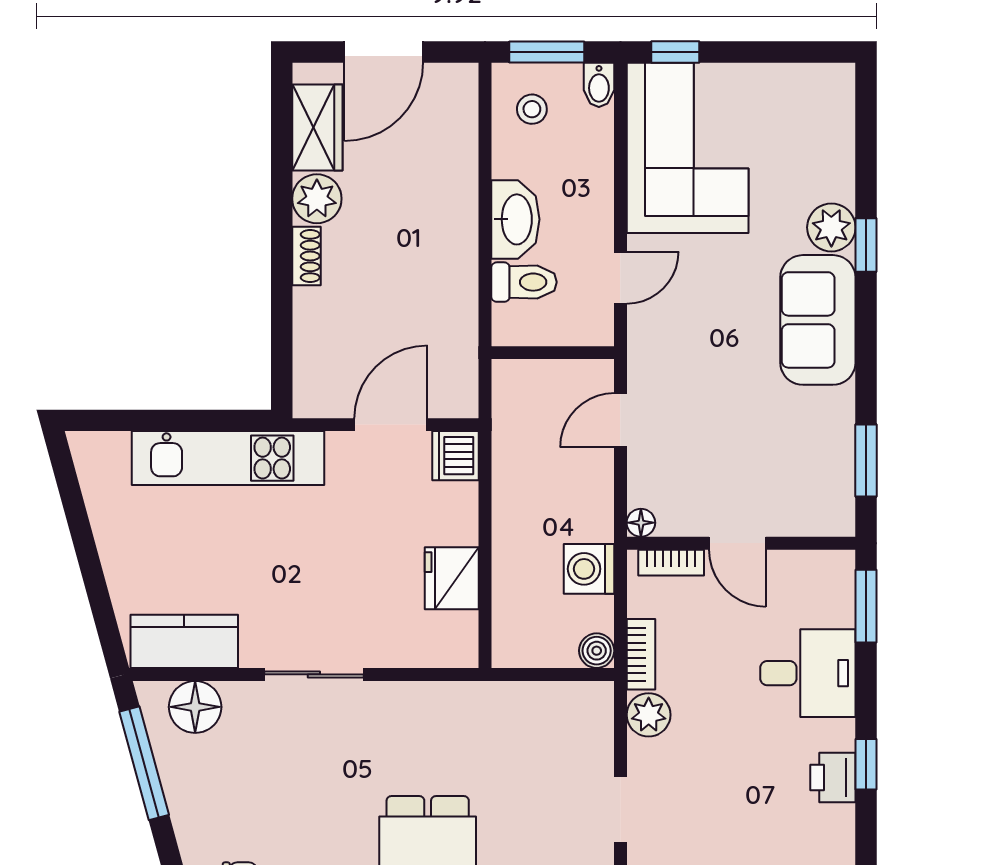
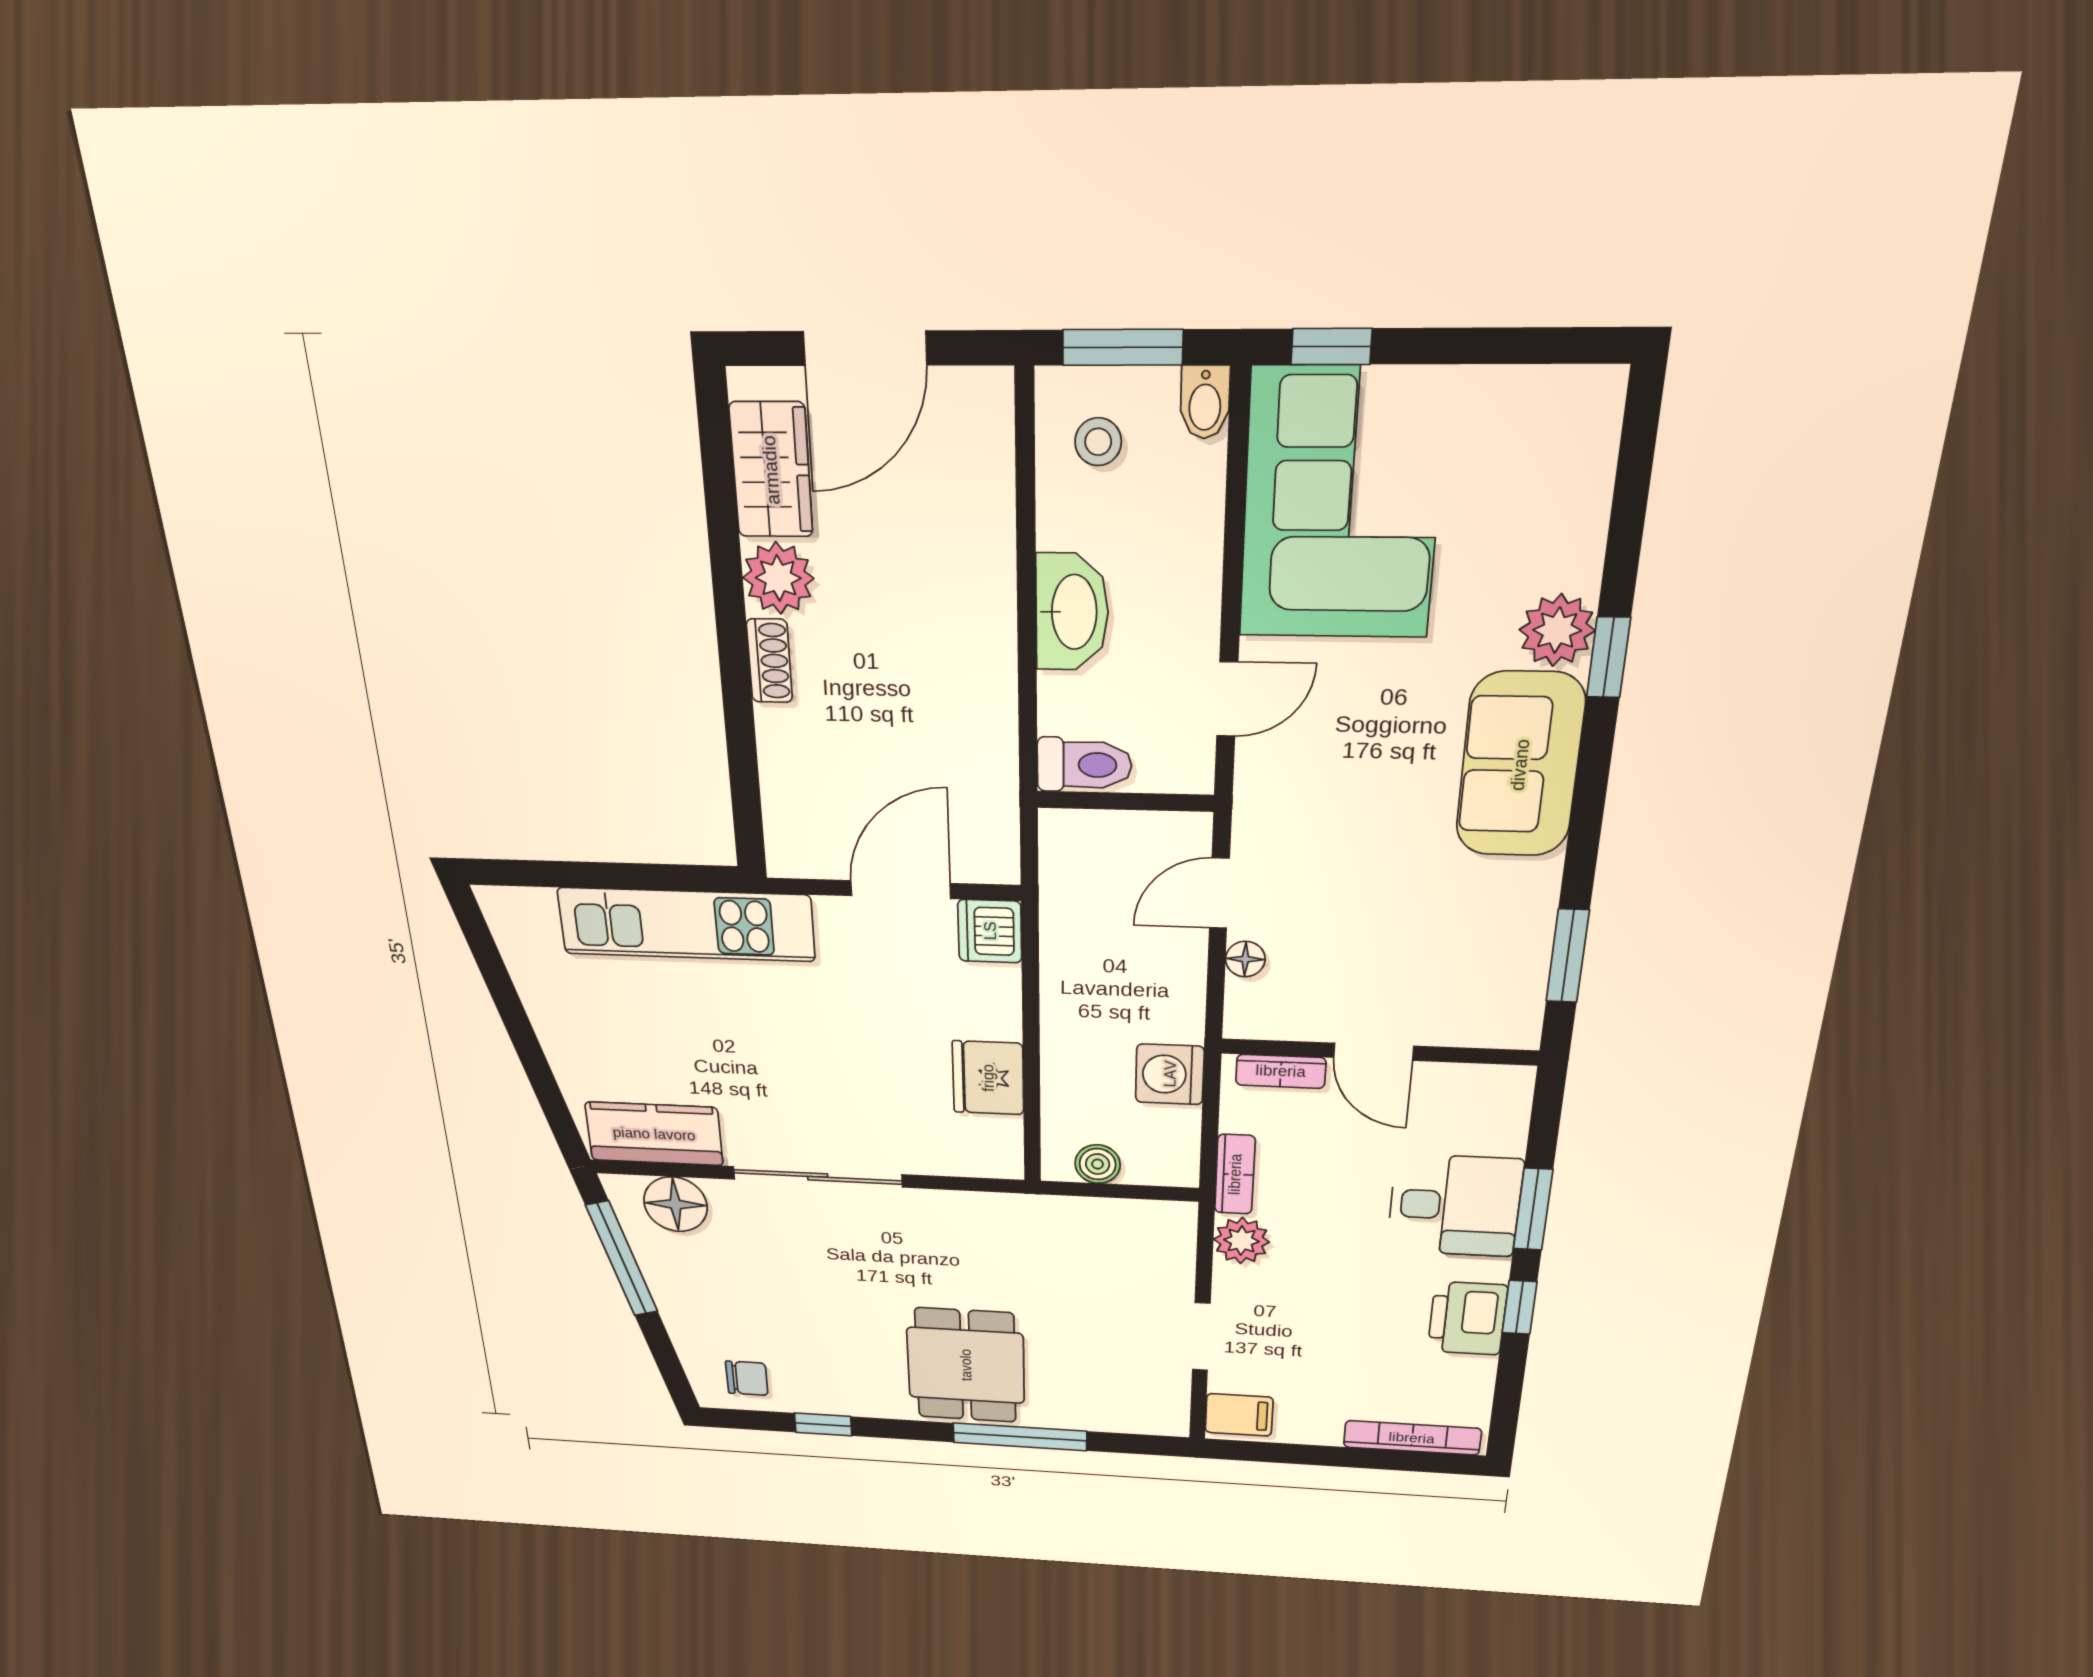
toilet: (524, 282) -> (1084, 765), moved
floor lamp: (641, 523) -> (1245, 959), moved
window: (866, 606) -> (1533, 1209), moved
boiler: (597, 651) -> (1098, 1164), moved
sliding door: (314, 674) -> (818, 1177), width x1.37
printer: (833, 778) -> (1467, 1318), width x1.36, depth x1.24

